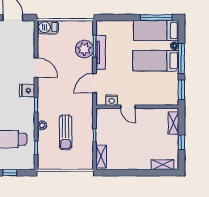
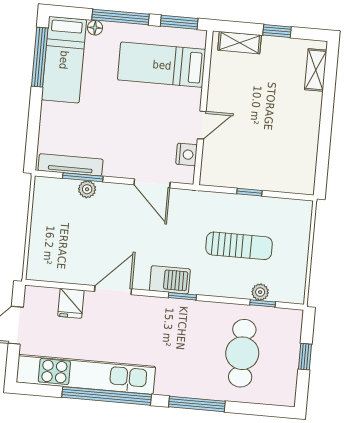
barbecue: (48, 27) -> (170, 280), moved, turned -90
plant: (84, 49) -> (87, 189), width x0.53, depth x0.53
tv unit: (101, 52) -> (71, 165), moved
bed: (156, 61) -> (162, 65), moved, turned 90
fridge: (27, 90) -> (71, 303), moved
plant: (42, 125) -> (260, 292), moved
shelving: (101, 157) -> (290, 183), removed

